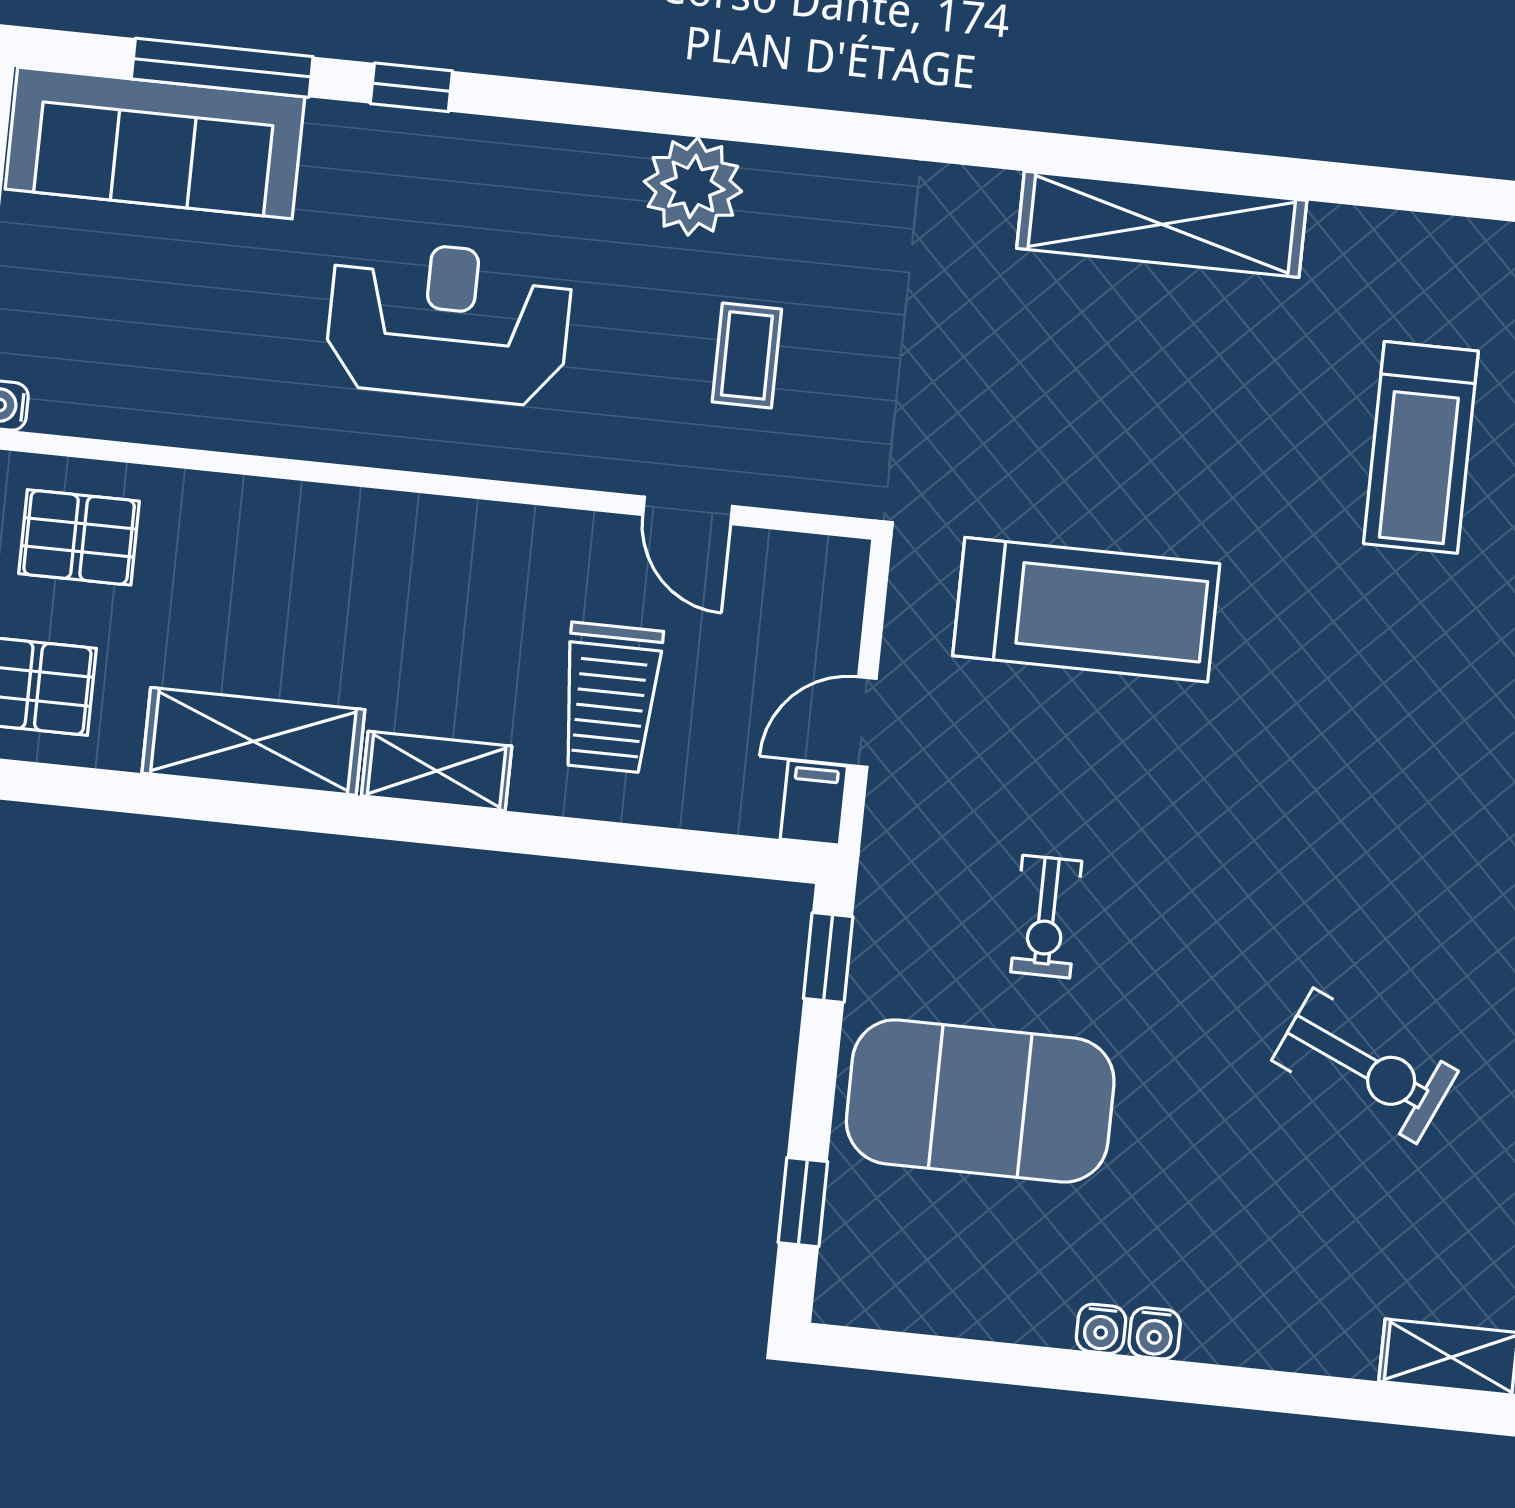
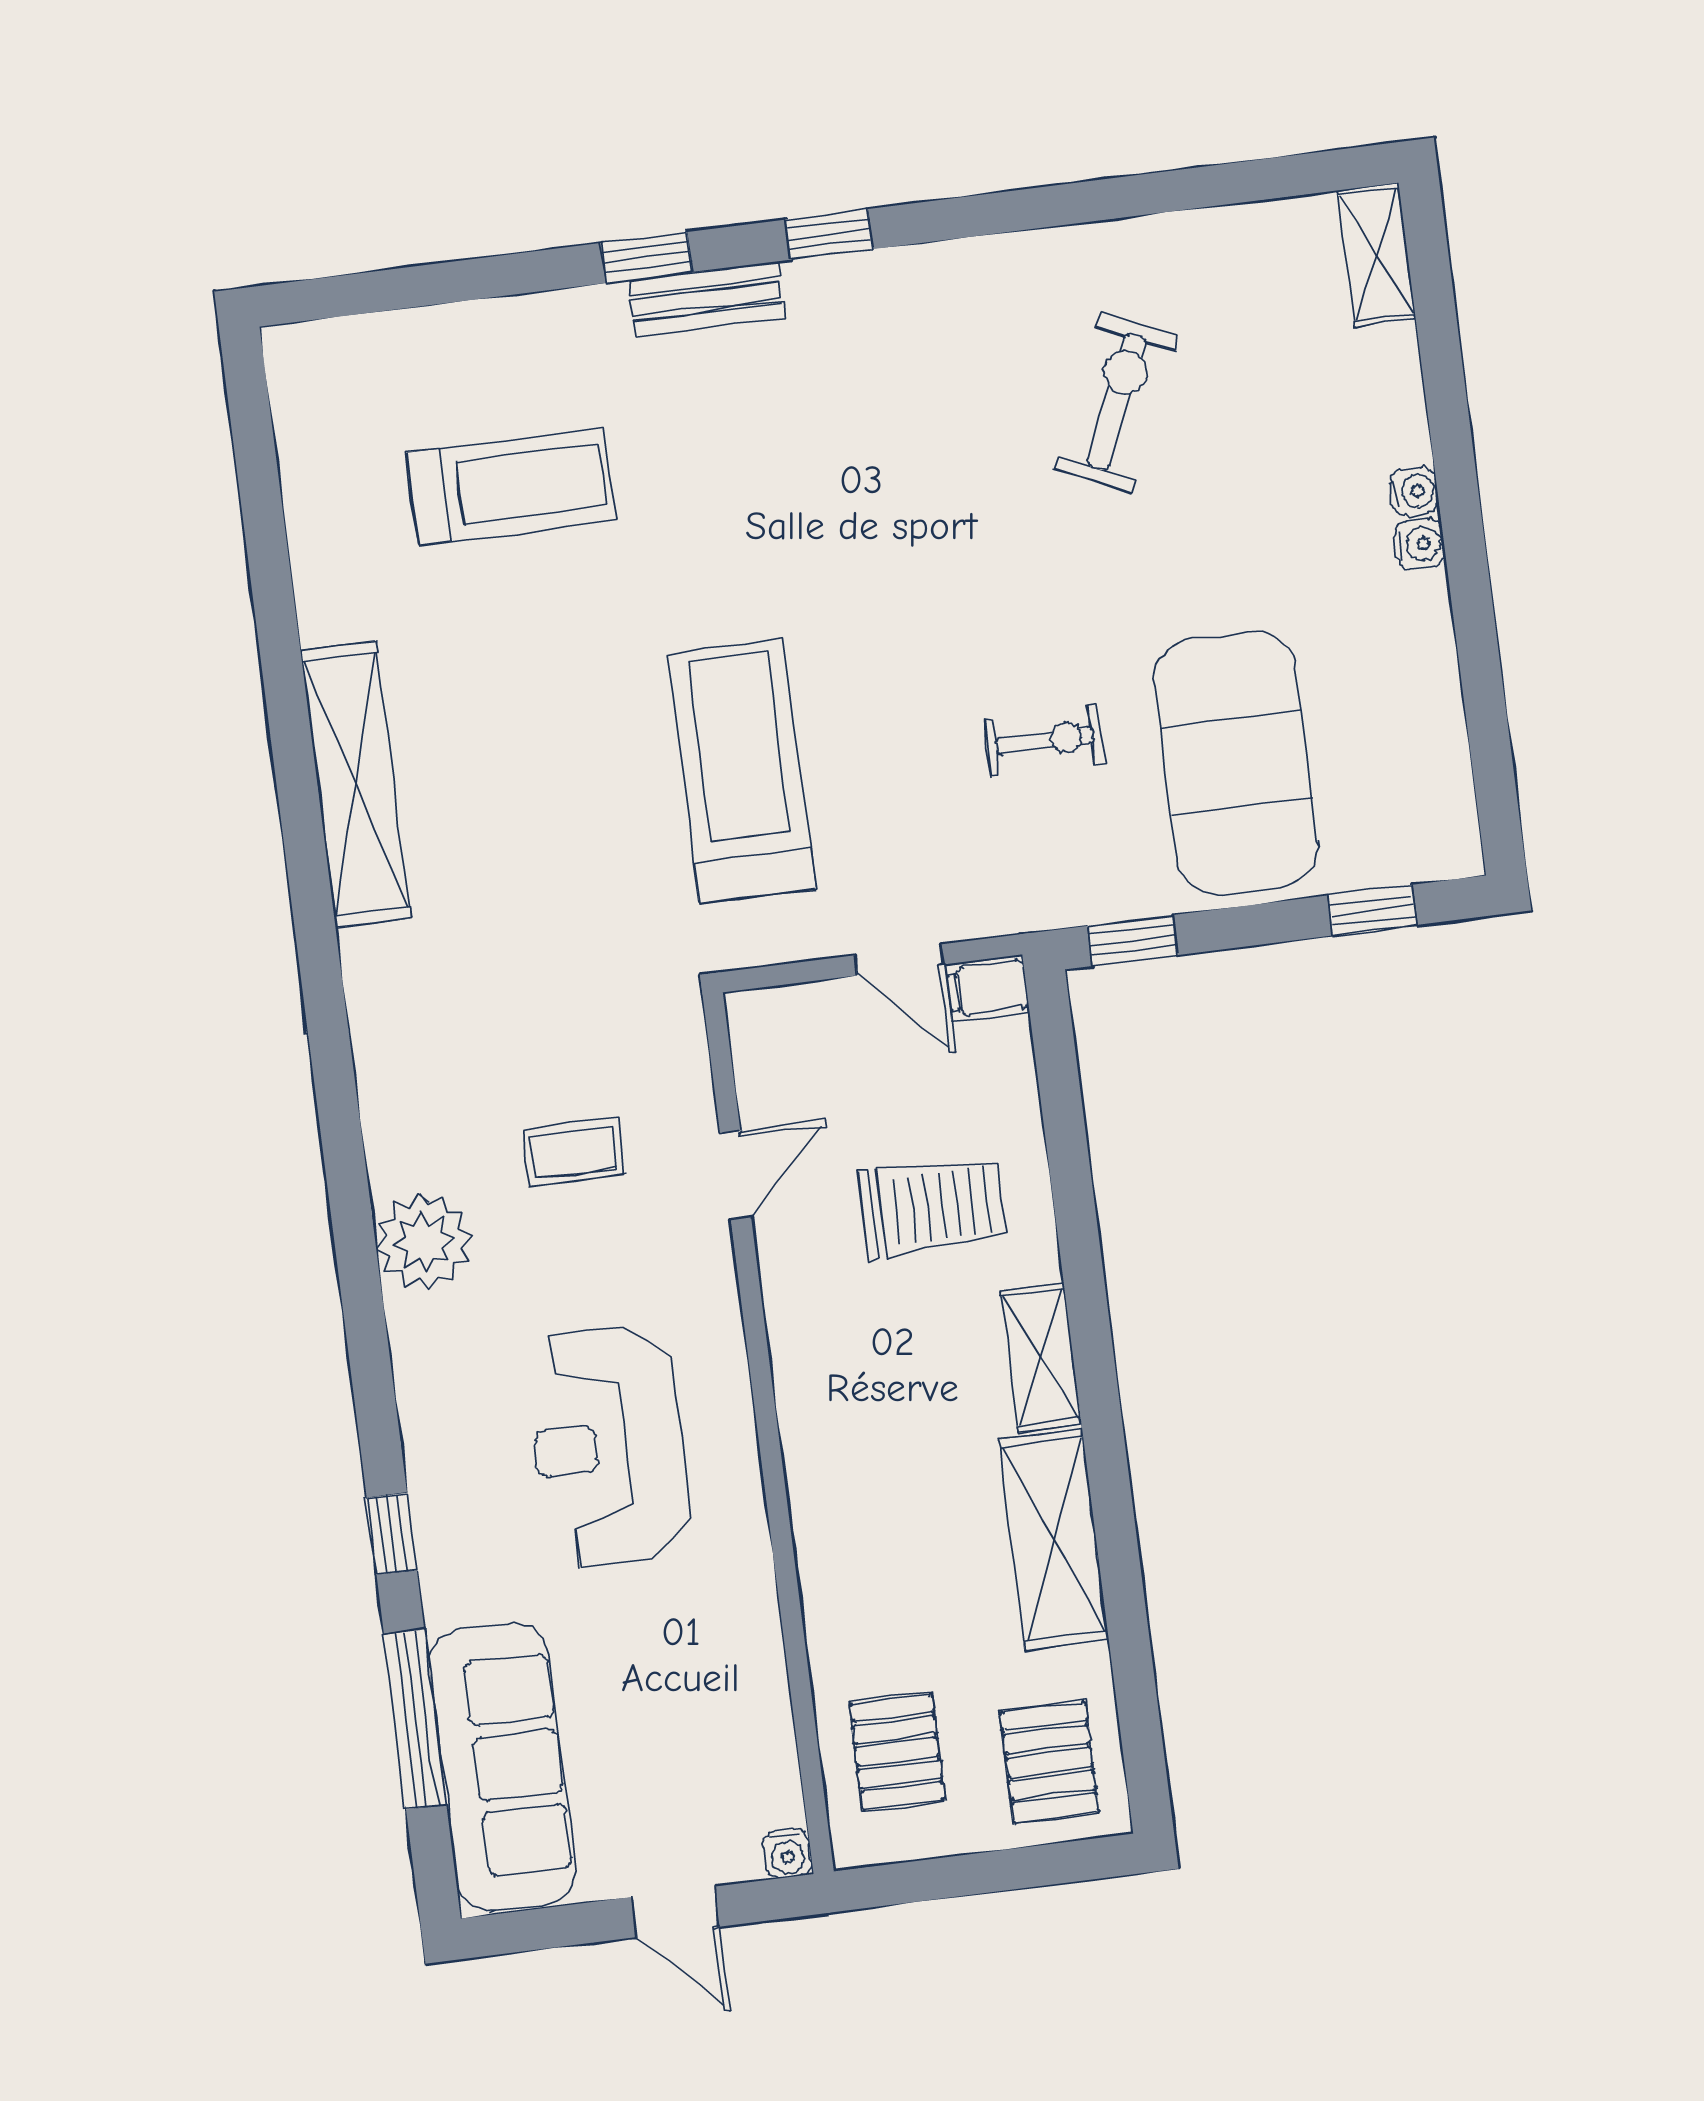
water cooler: (1101, 1329) -> (1414, 491), moved

